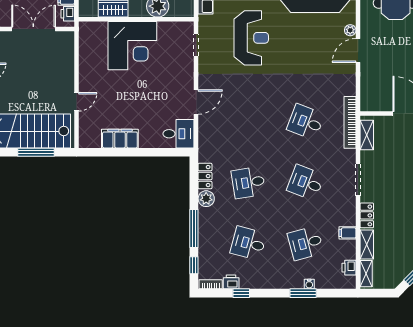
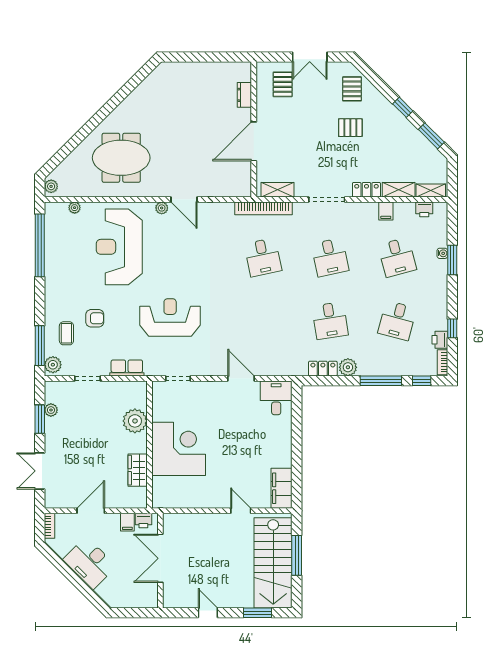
desk: (306, 122) -> (263, 257), turned -33
filing cabinet: (120, 139) -> (281, 488), moved
desk: (306, 183) -> (330, 257), turned -33

